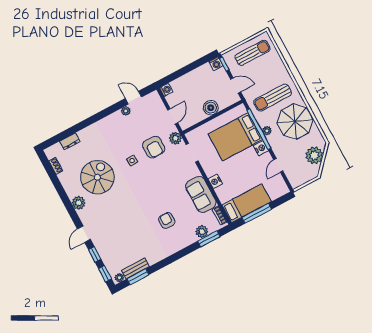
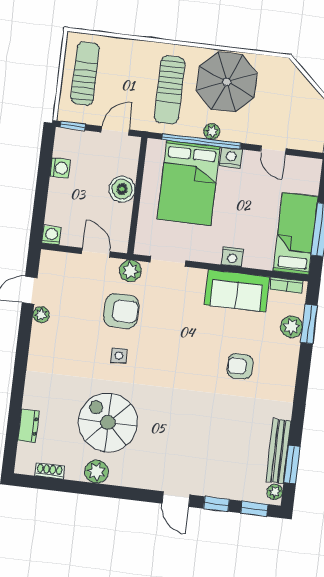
washing machine: (216, 64) -> (60, 168), moved
plant: (314, 155) -> (295, 88), removed
plant: (79, 203) -> (96, 472), moved
bench: (135, 268) -> (278, 451), width x1.36

